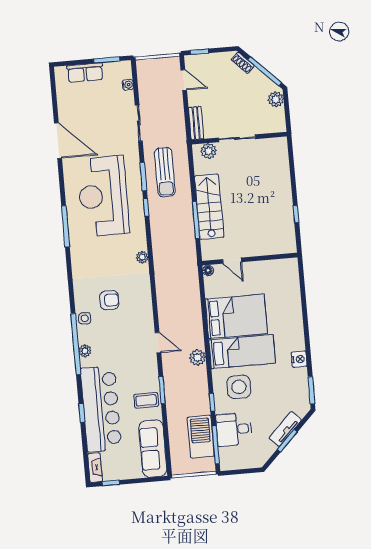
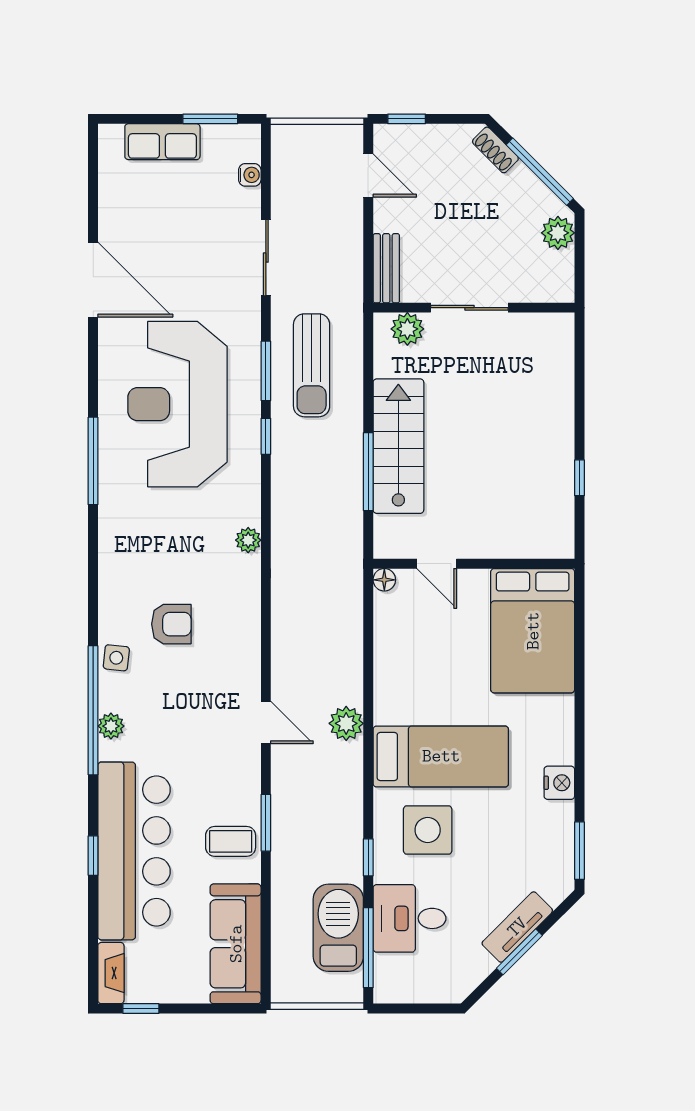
bed: (236, 316) -> (533, 631), moved, turned 90
plant: (198, 358) -> (346, 723), moved

